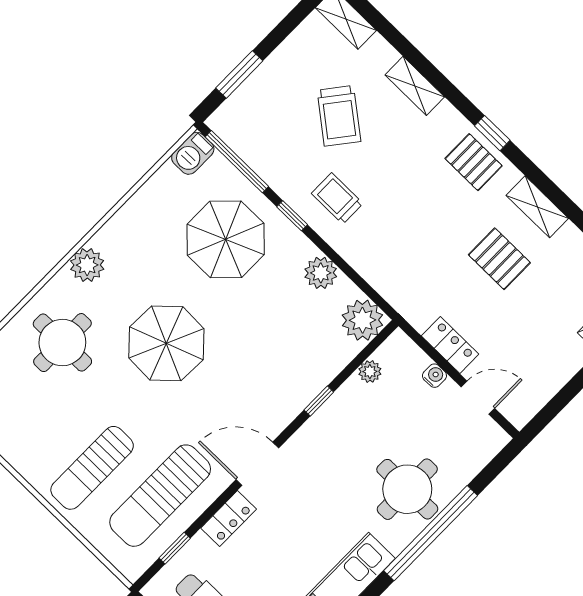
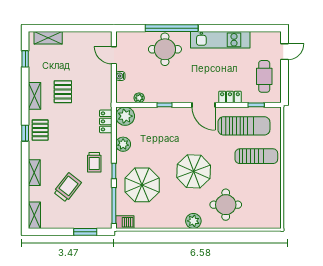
locker: (450, 345) -> (106, 121), moved

